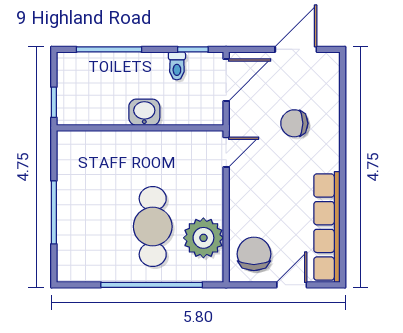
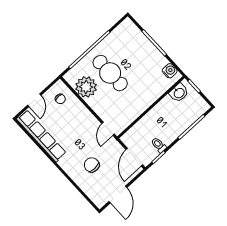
washbasin: (144, 112) -> (179, 93), moved
chair: (294, 123) -> (92, 165), turned -90
water cooler: (68, 154) -> (170, 71), added
chair: (254, 254) -> (60, 99), width x0.54, depth x0.54

